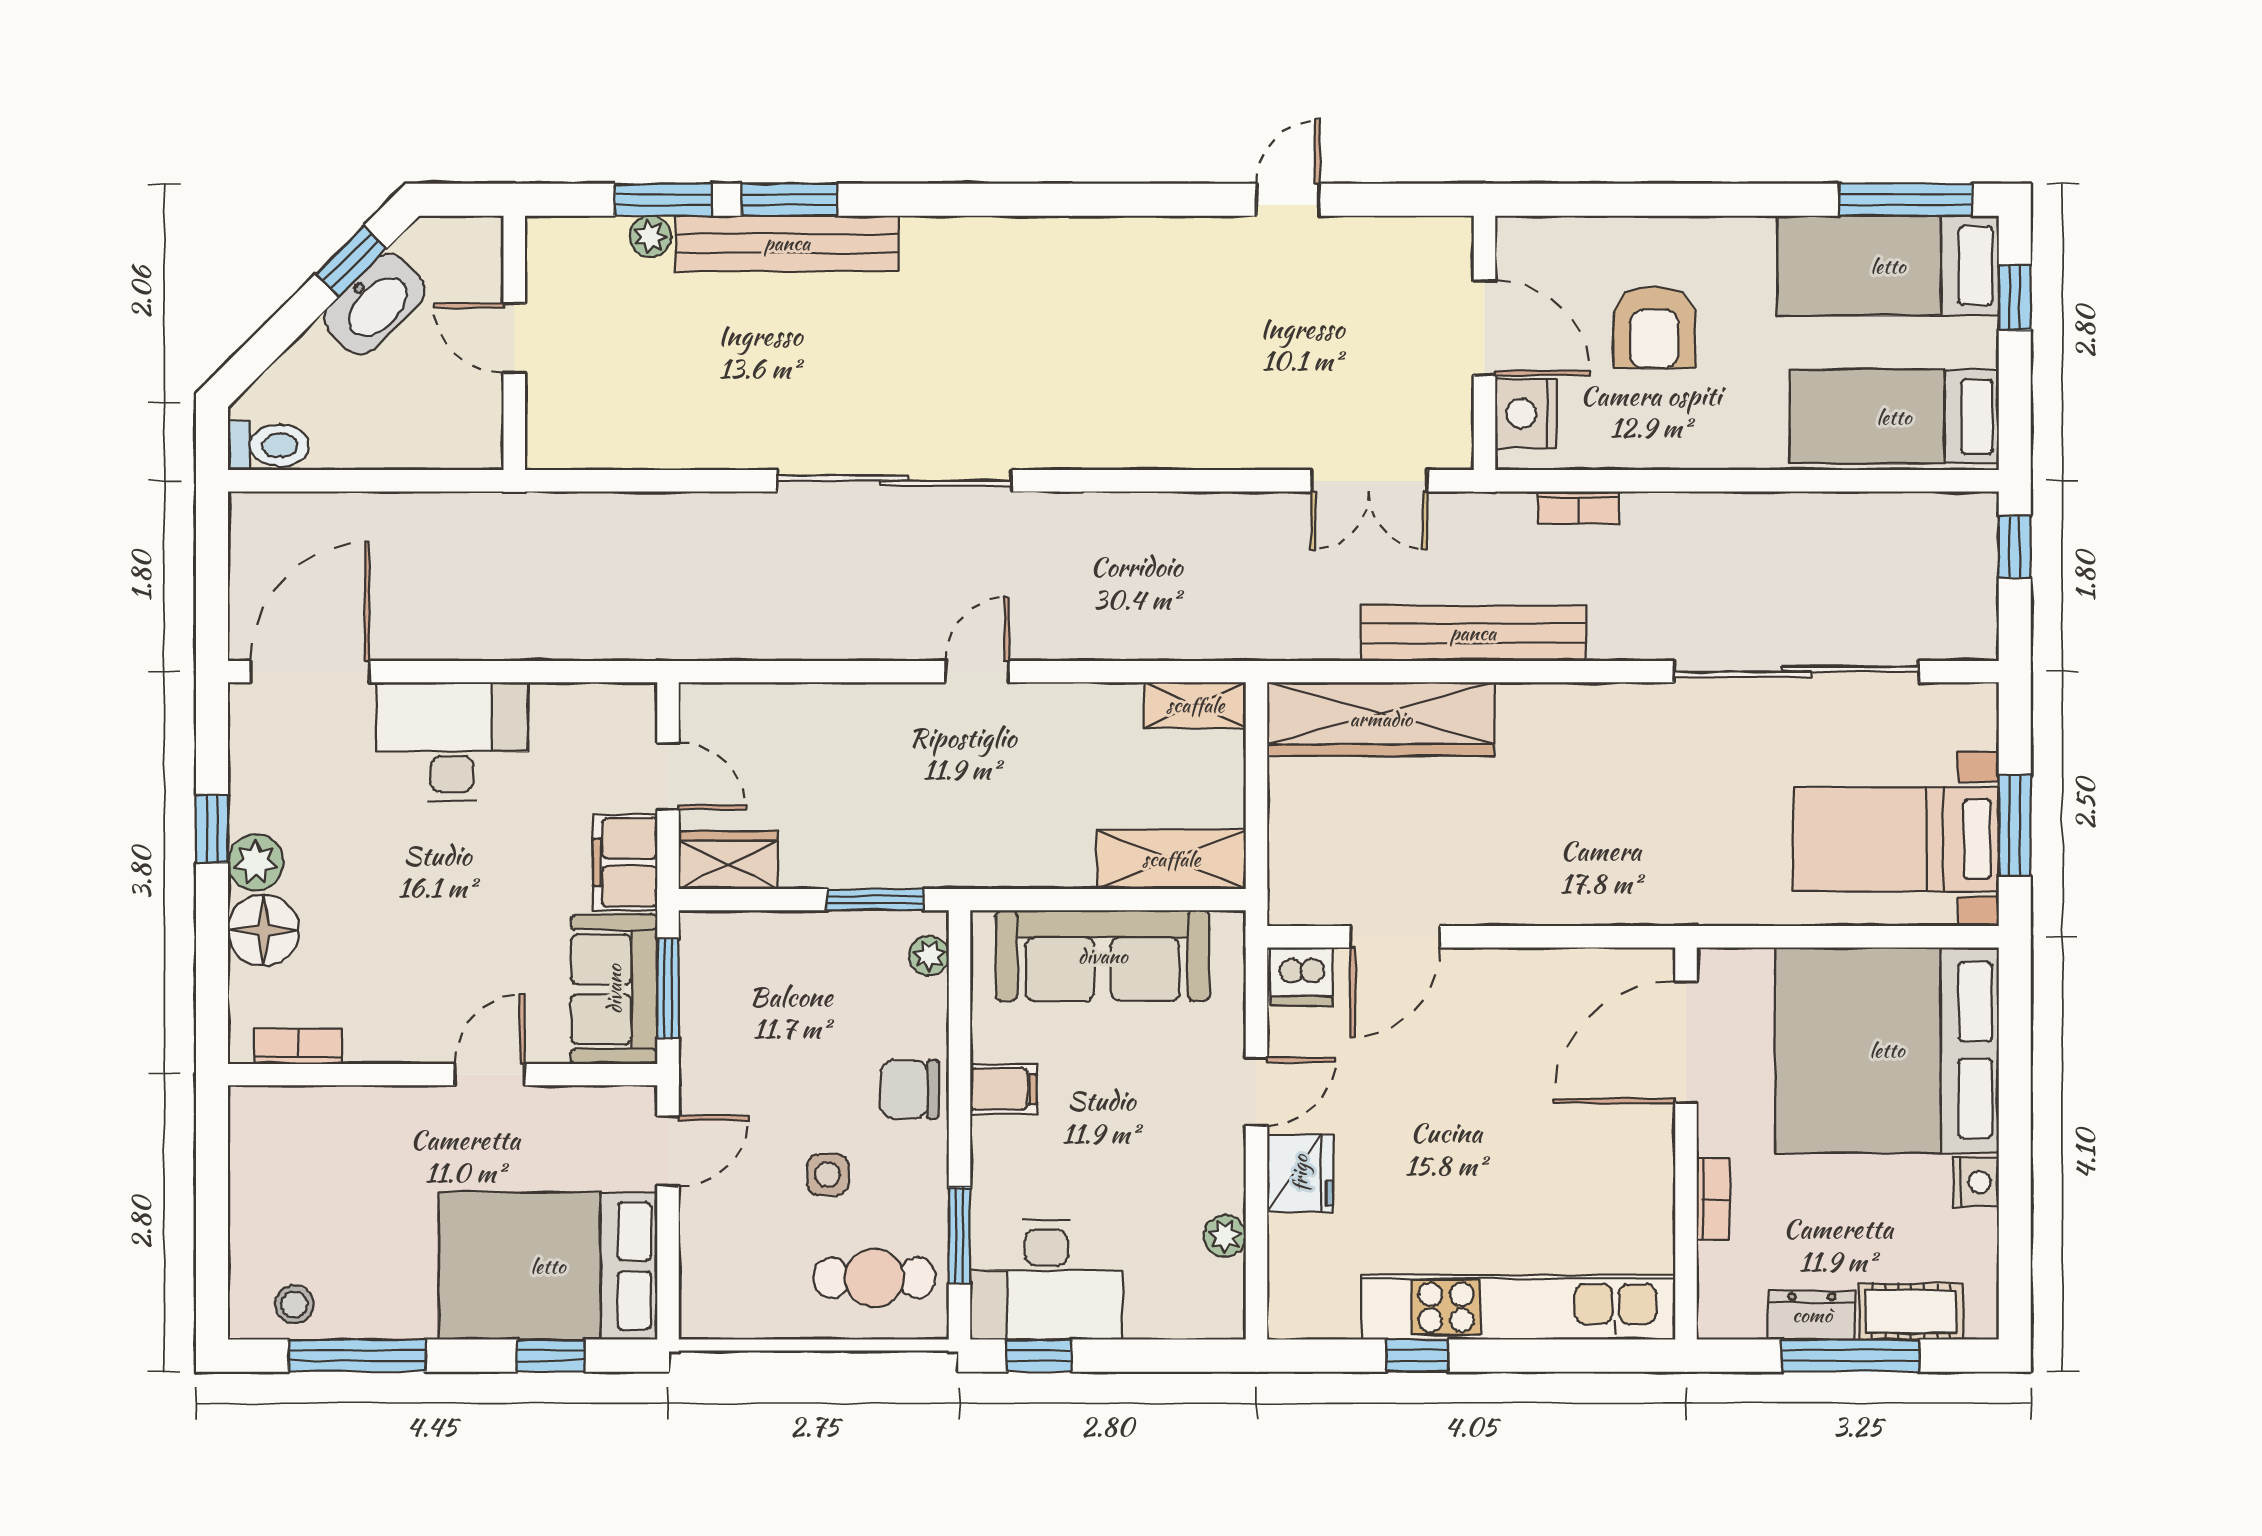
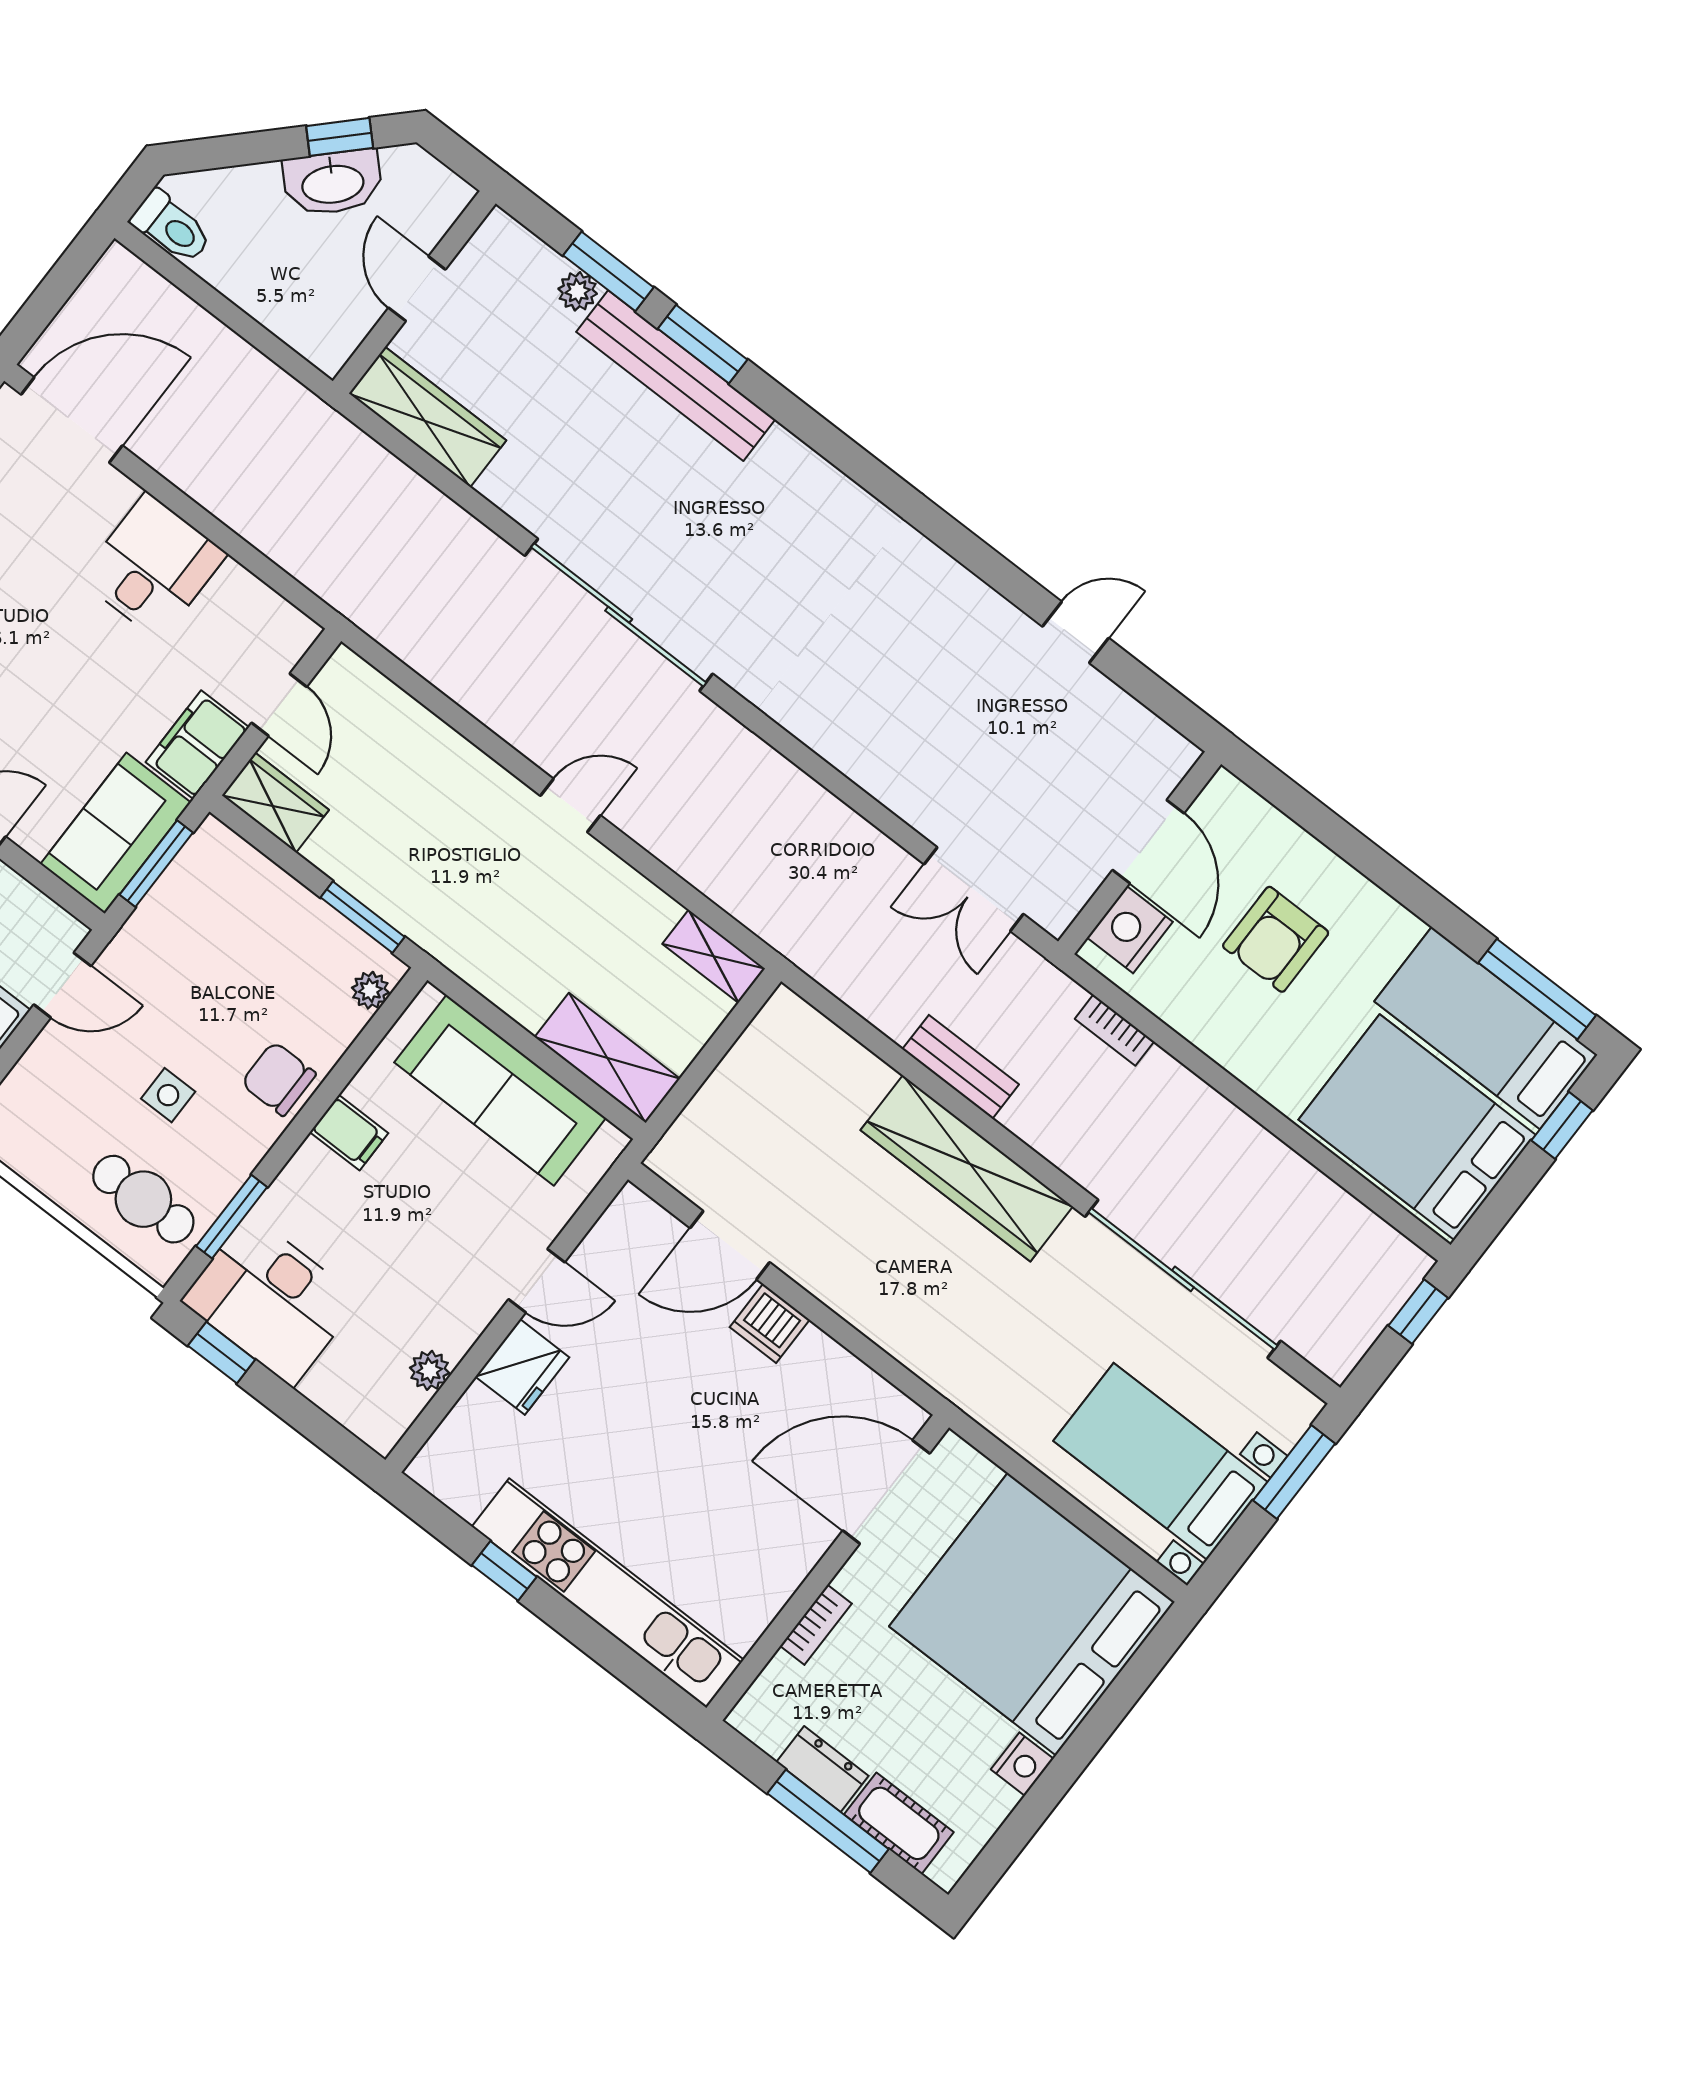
bed: (1894, 417) -> (1417, 1127), width x1.50
wardrobe: (606, 439) -> (428, 417), added
bench: (1473, 633) -> (961, 1067), width x0.54, depth x0.82
wardrobe: (1381, 719) -> (967, 1168), moved
desk: (452, 742) -> (153, 566), width x0.73
window: (2015, 825) -> (1294, 1472), moved
dishwasher: (1301, 976) -> (770, 1323), moved

